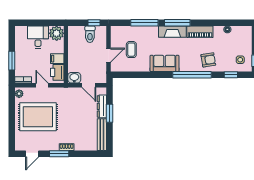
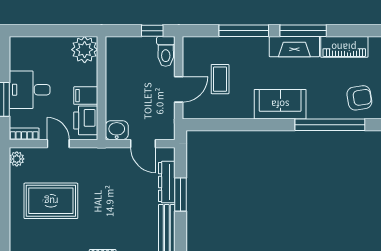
toilet: (90, 34) -> (166, 51), moved
desk: (38, 37) -> (30, 90), moved, turned -90
rug: (38, 117) -> (51, 201), width x0.73, depth x0.69

